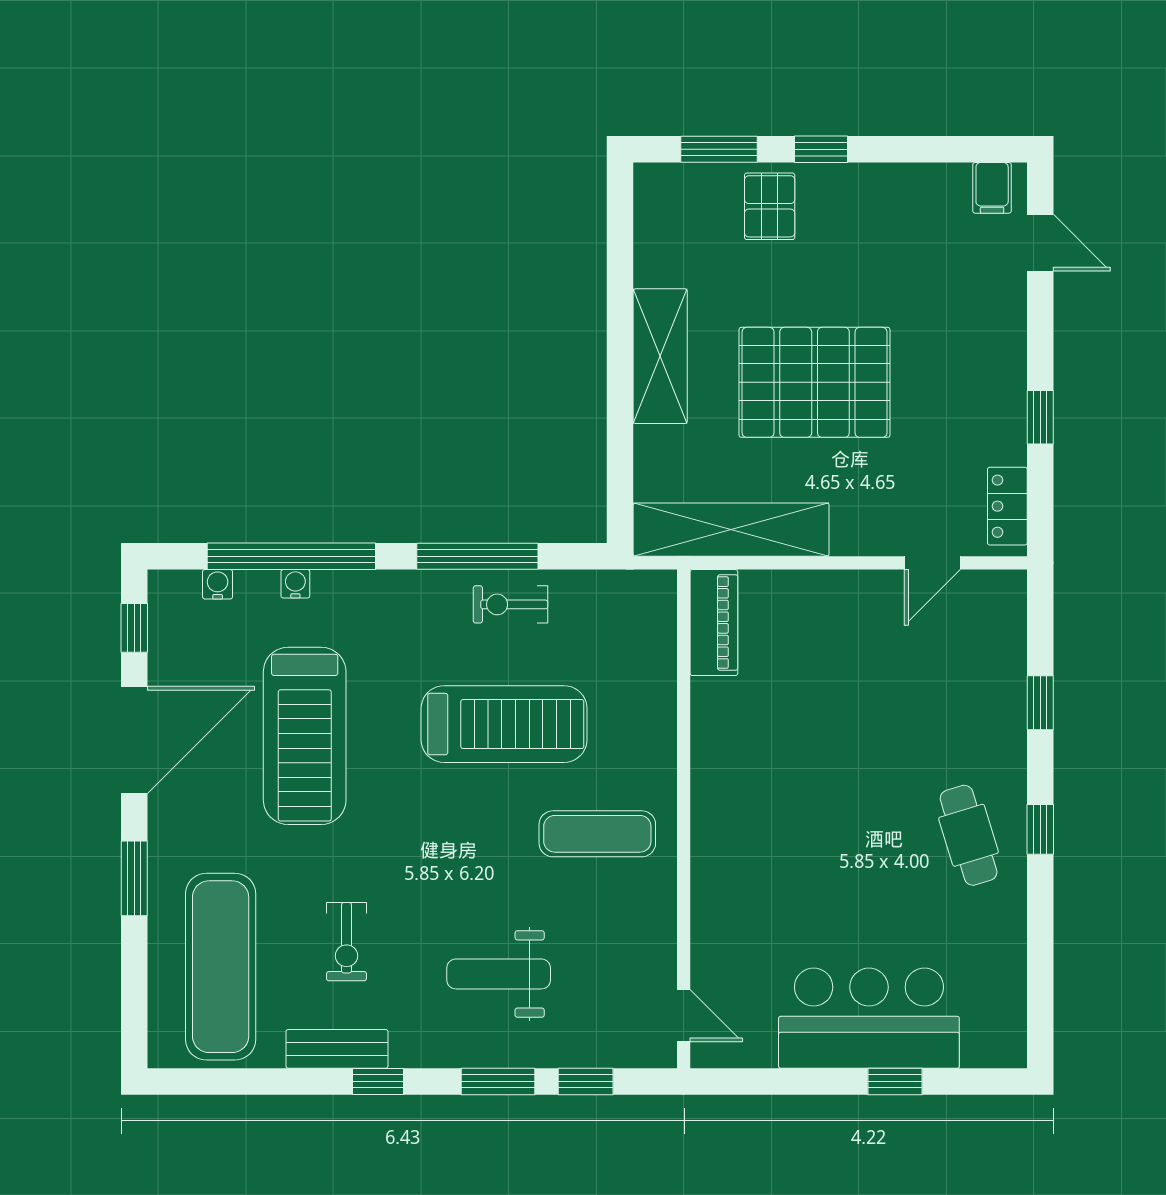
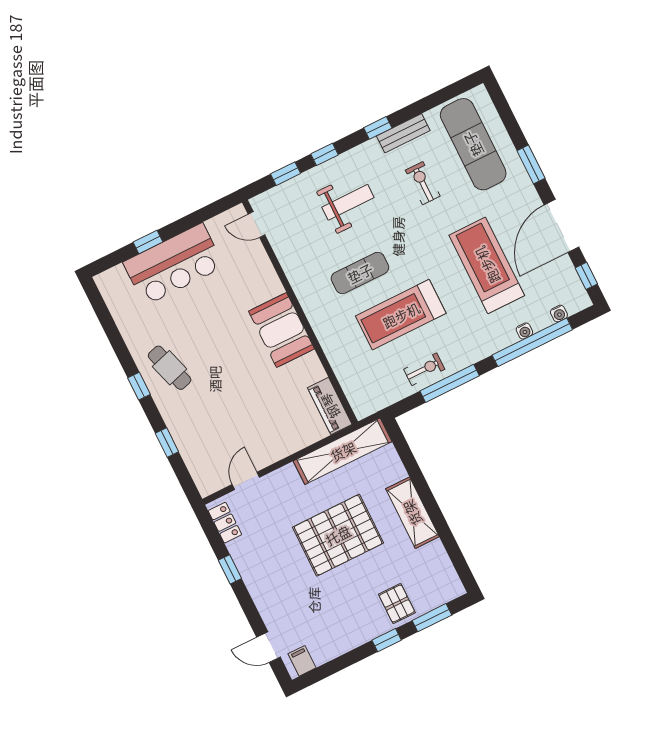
booth: (733, 803) -> (281, 330), added
exercise mat: (597, 834) -> (360, 273), moved
window: (498, 1081) -> (324, 154), width x0.67

